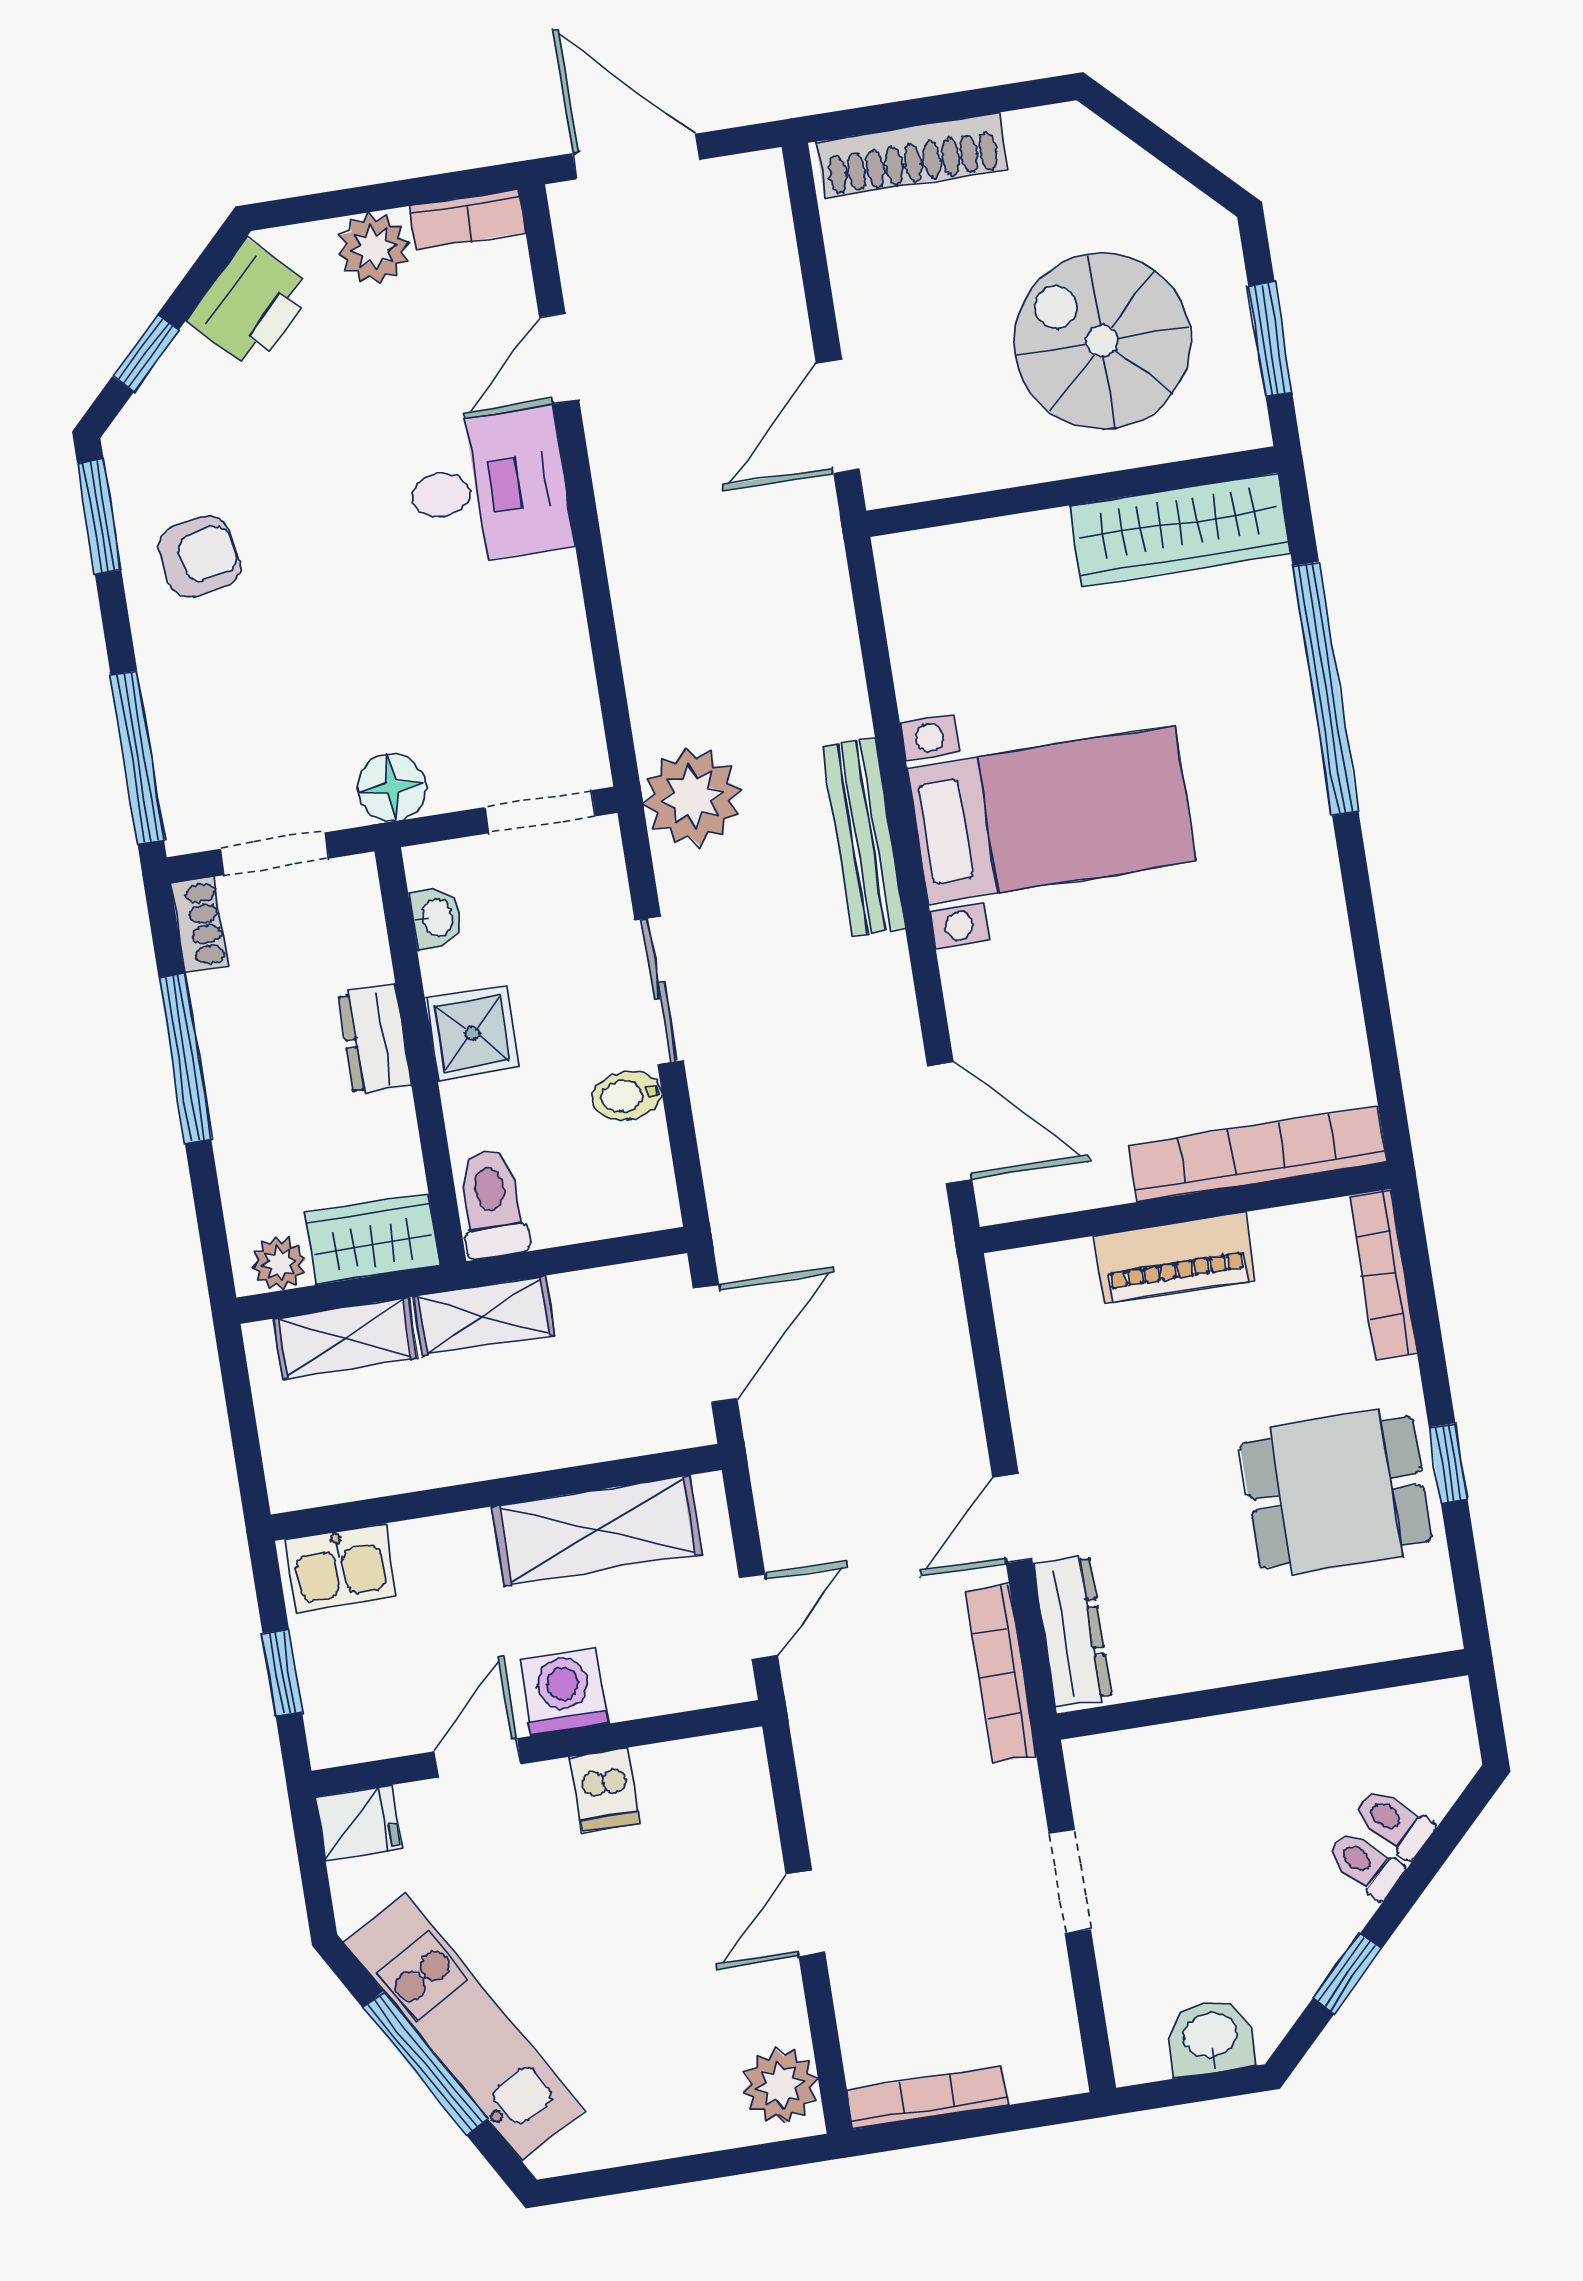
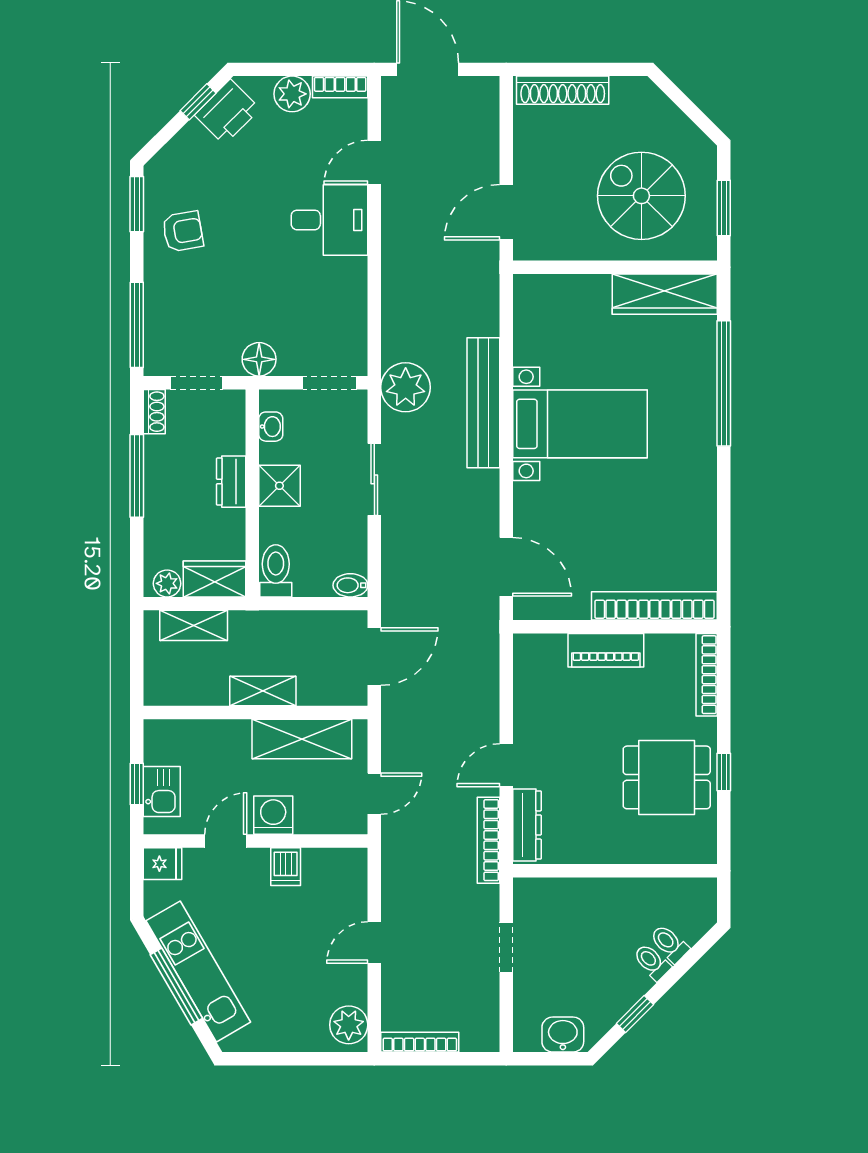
window: (146, 353) -> (198, 102), moved
bench: (864, 837) -> (483, 403), width x1.37, depth x1.21
bidet: (627, 1096) -> (350, 585), moved
shelving: (483, 1316) -> (263, 691), moved
kitchen sink: (340, 1568) -> (162, 792), moved, turned -90

